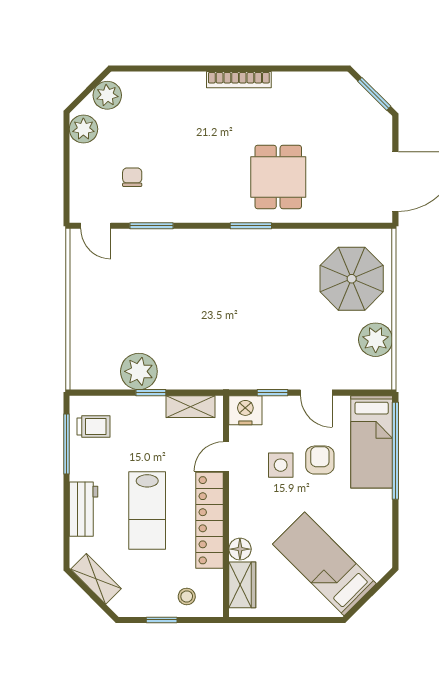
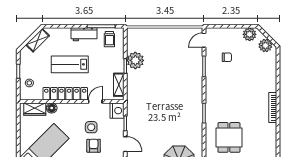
dining table: (278, 177) -> (229, 137), moved, turned 90
door: (316, 393) -> (125, 144), swing flipped
door: (226, 457) -> (95, 101), hinge flipped
armchair: (320, 460) -> (94, 146), turned -90
workbench: (83, 509) -> (84, 34), moved

